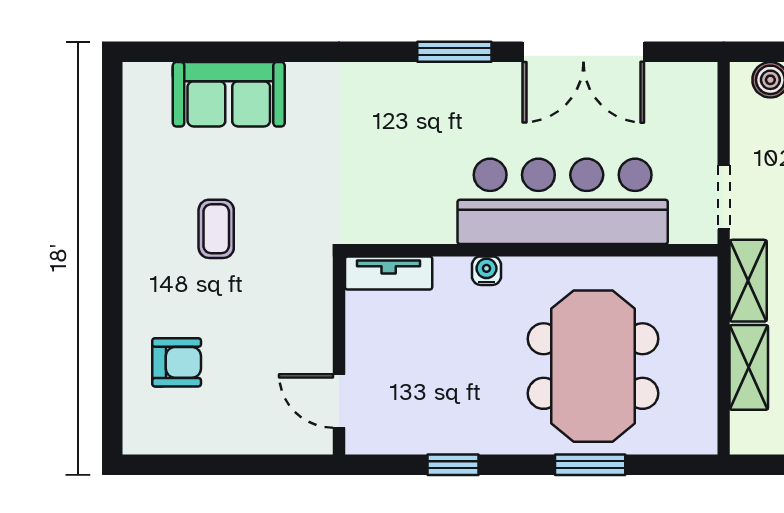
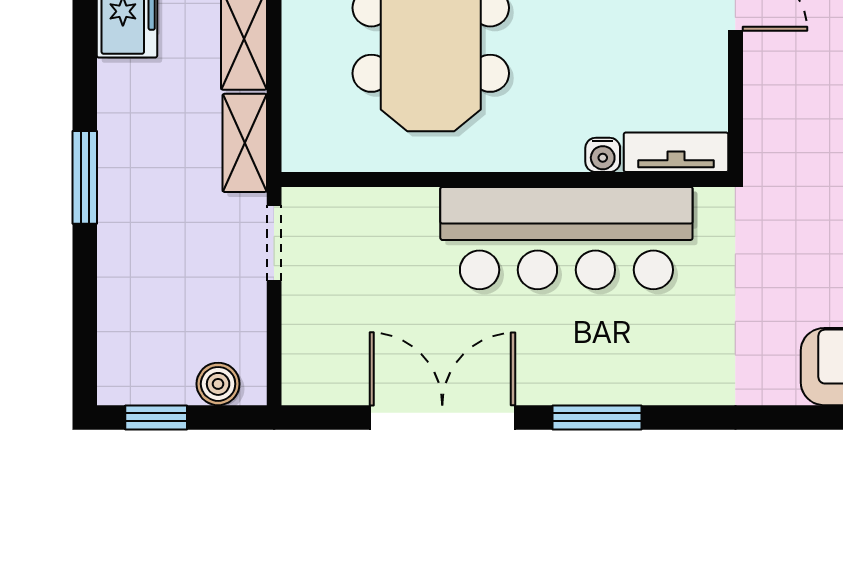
bar counter: (563, 201) -> (566, 238), moved
water cooler: (486, 271) -> (603, 155), moved

